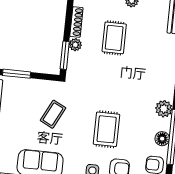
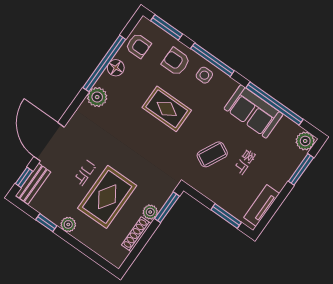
rug: (114, 38) -> (107, 197), width x1.36, depth x1.43
rug: (107, 129) -> (167, 109), turned 90

